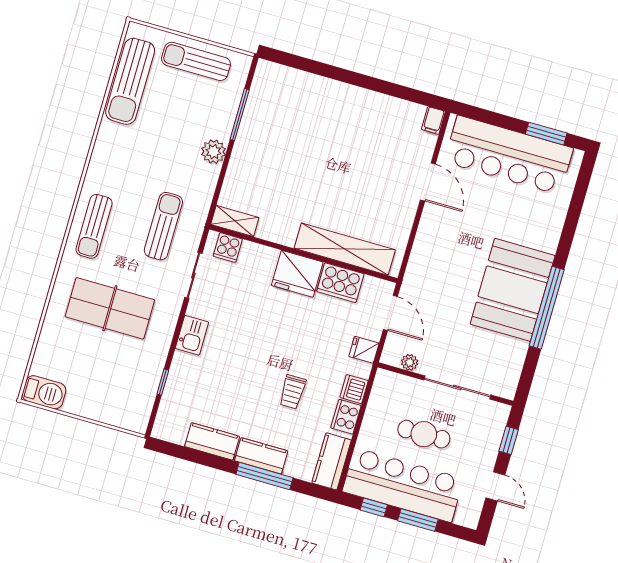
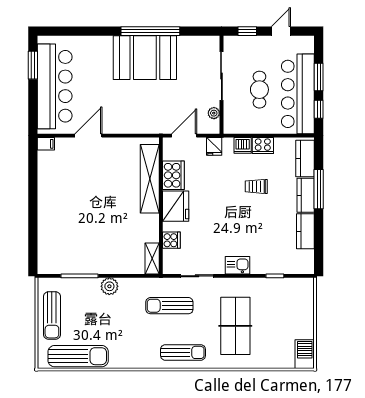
cooker: (228, 248) -> (171, 240), moved
trolley: (292, 392) -> (256, 186), turned 180
kitchen counter: (332, 461) -> (305, 159), moved, turned 90

